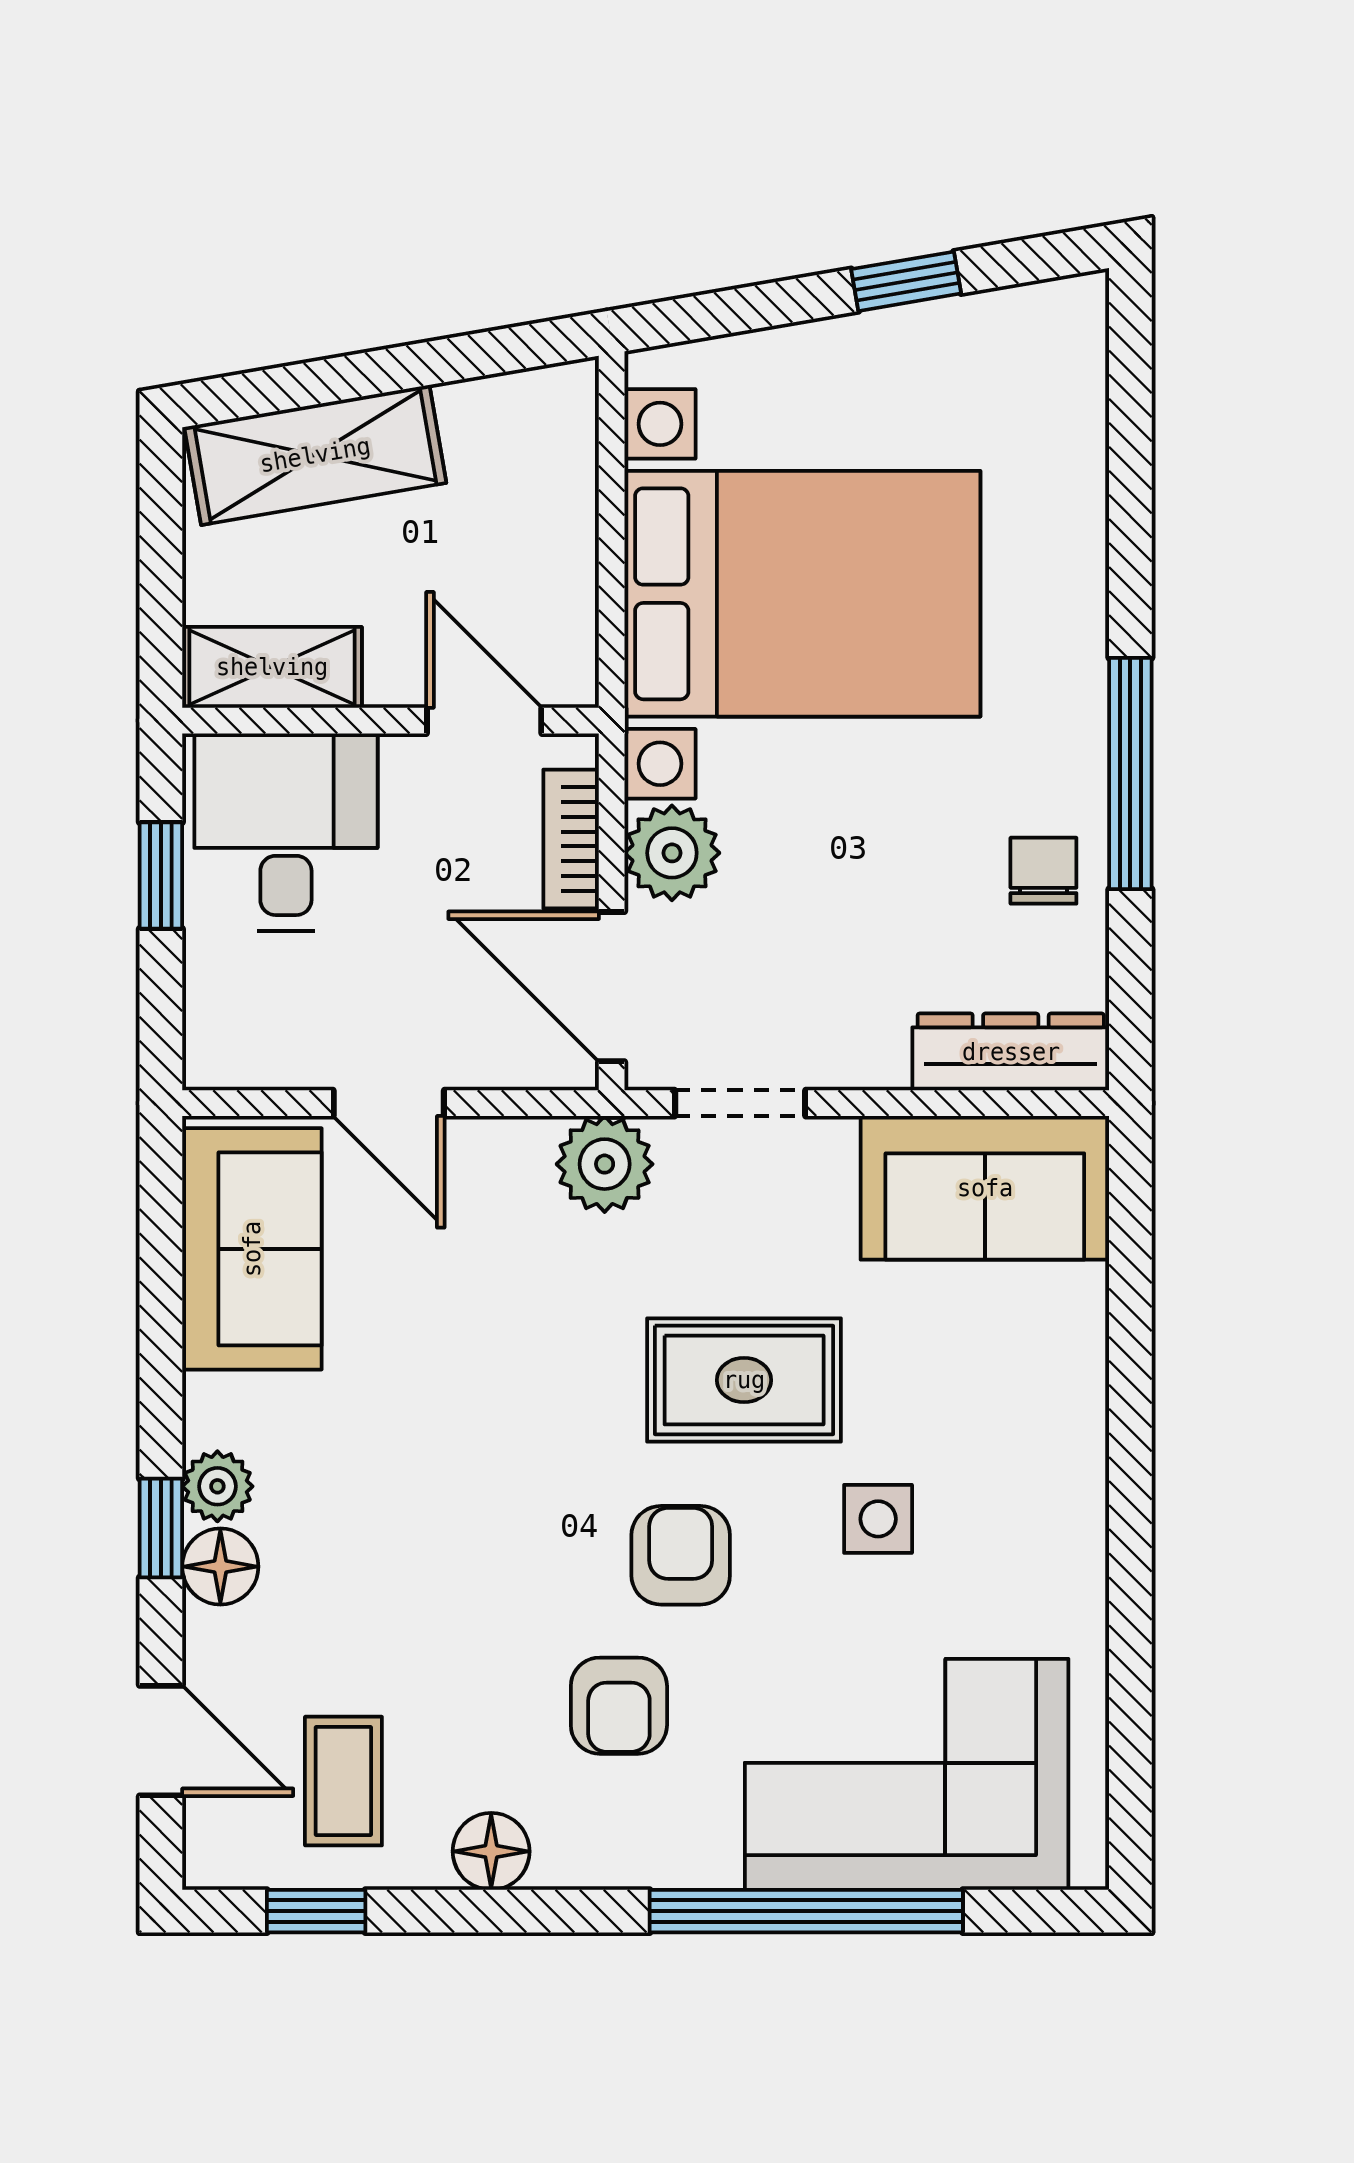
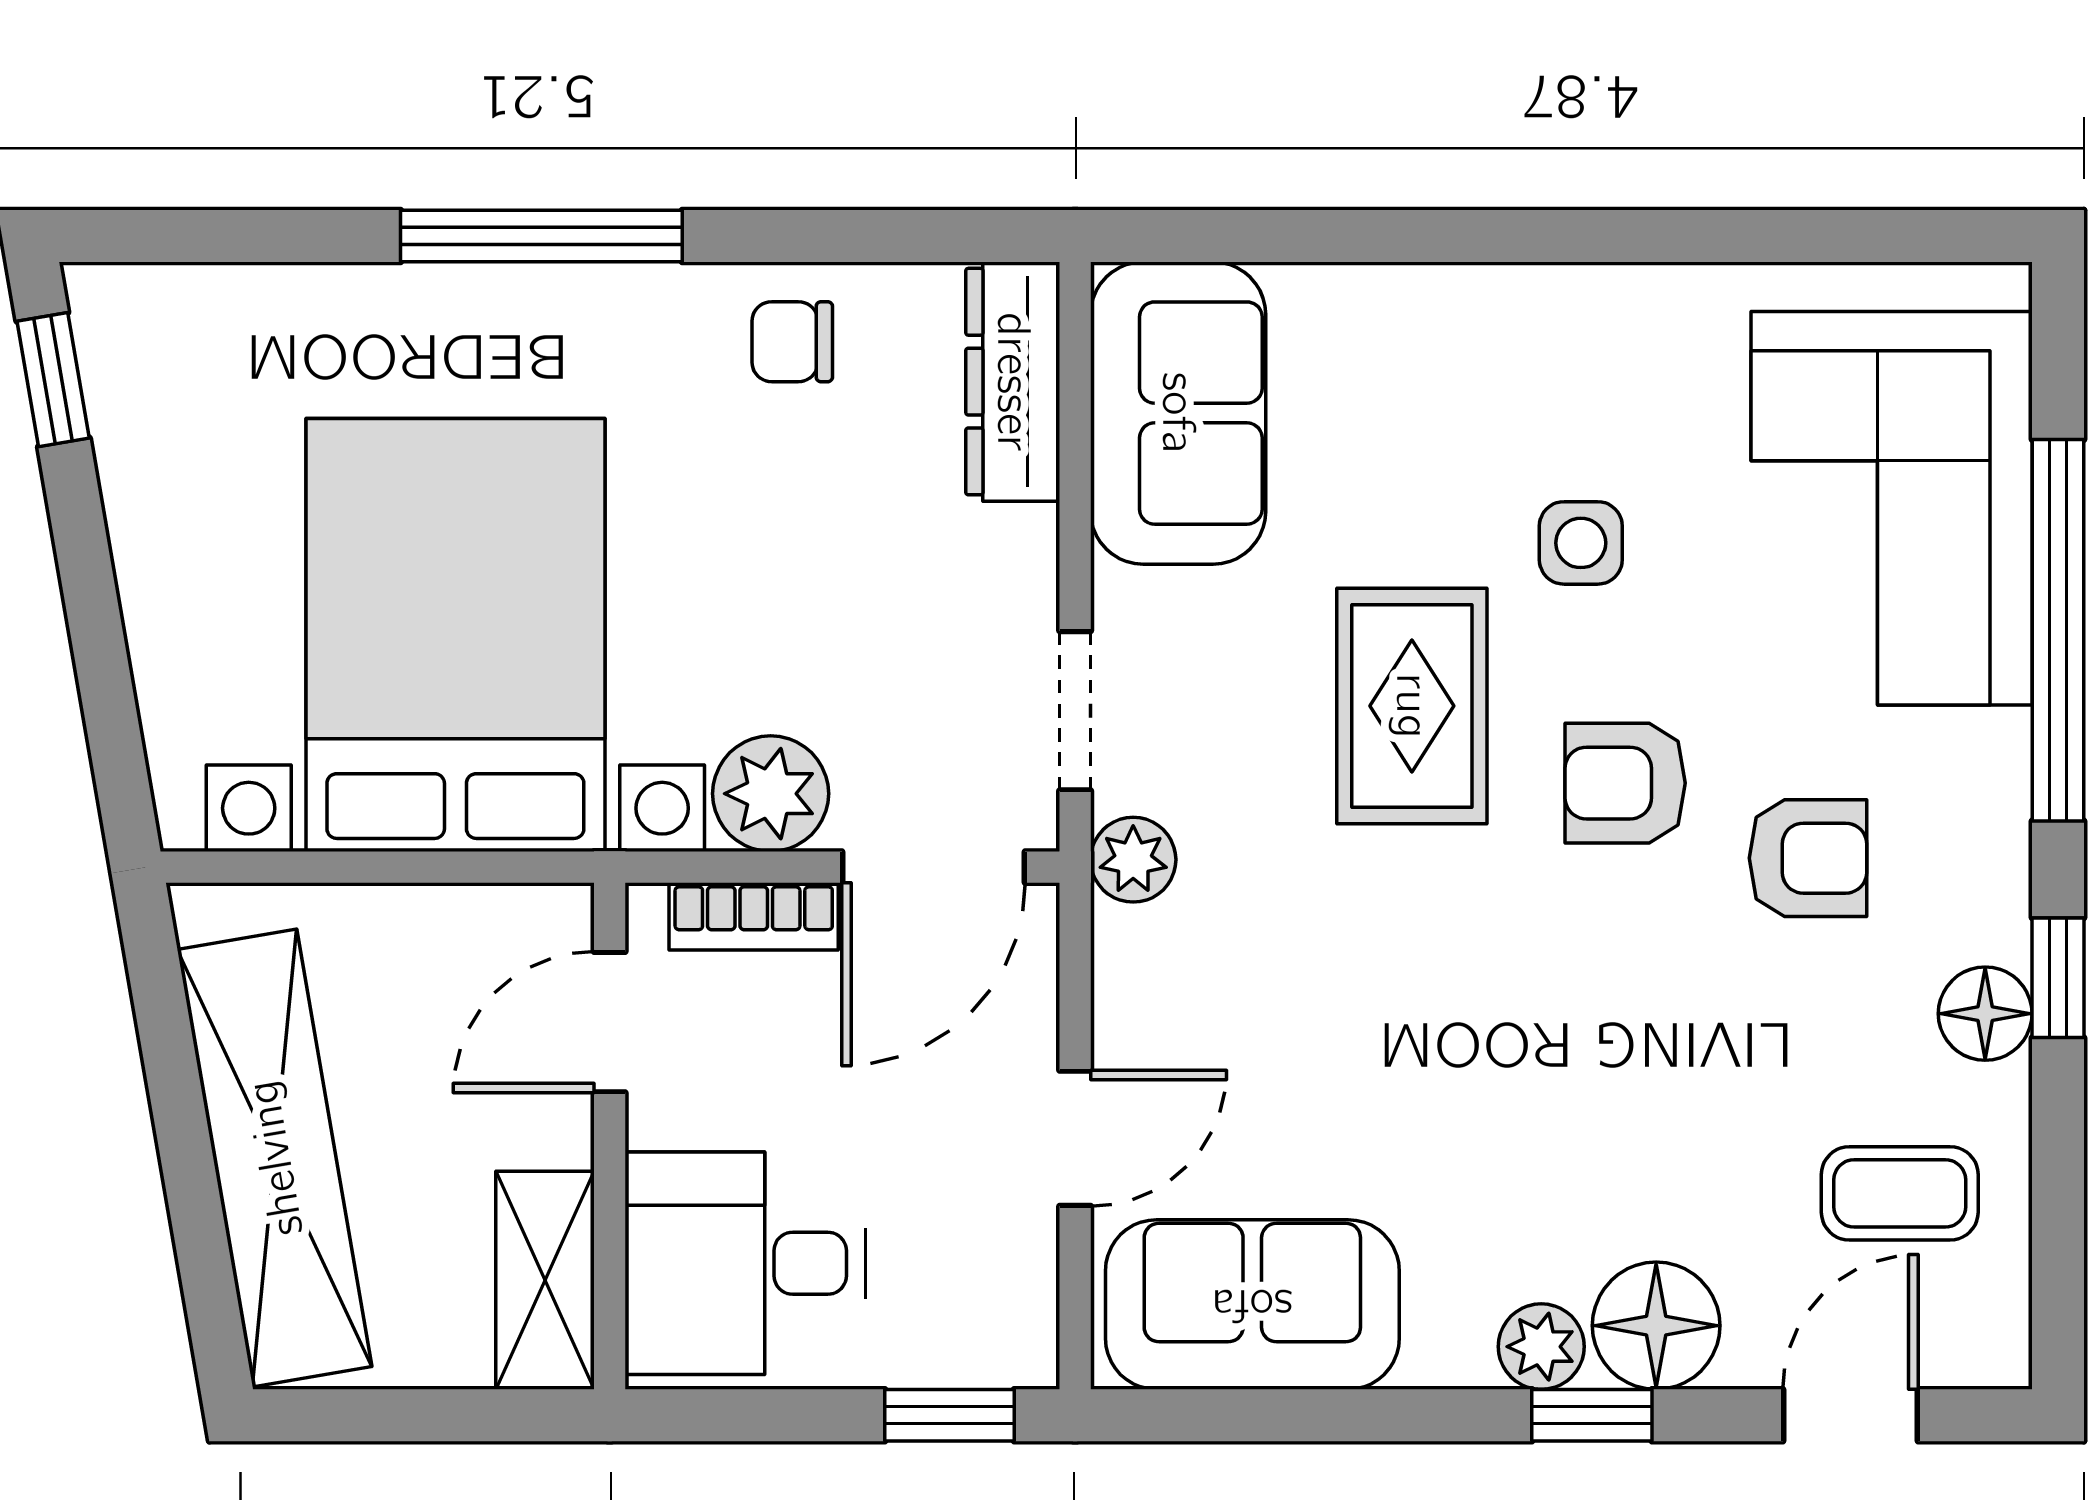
window: (906, 281) -> (53, 380), moved
shelving: (315, 455) -> (275, 1158), width x1.47
window: (1130, 774) -> (541, 236), moved
window: (161, 876) -> (949, 1415), moved
plant: (605, 1164) -> (1133, 860), width x0.73, depth x0.73
floor lamp: (220, 1567) -> (1656, 1326), width x1.38, depth x1.38
window: (316, 1911) -> (2058, 978), moved

